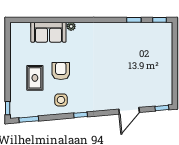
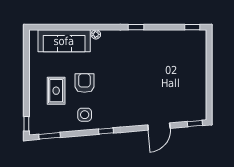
window: (134, 20) -> (136, 27), moved
sofa: (48, 32) -> (64, 41), width x1.36

